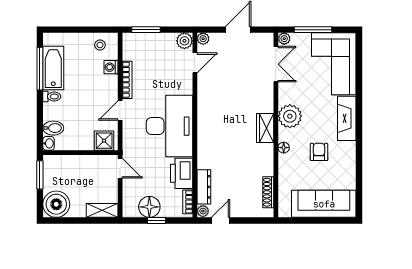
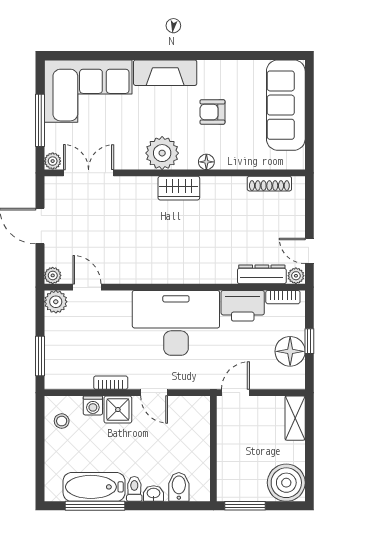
bookcase: (127, 80) -> (111, 383), width x0.64
shower: (104, 141) -> (118, 410), moved
washbasin: (49, 143) -> (154, 494), moved

